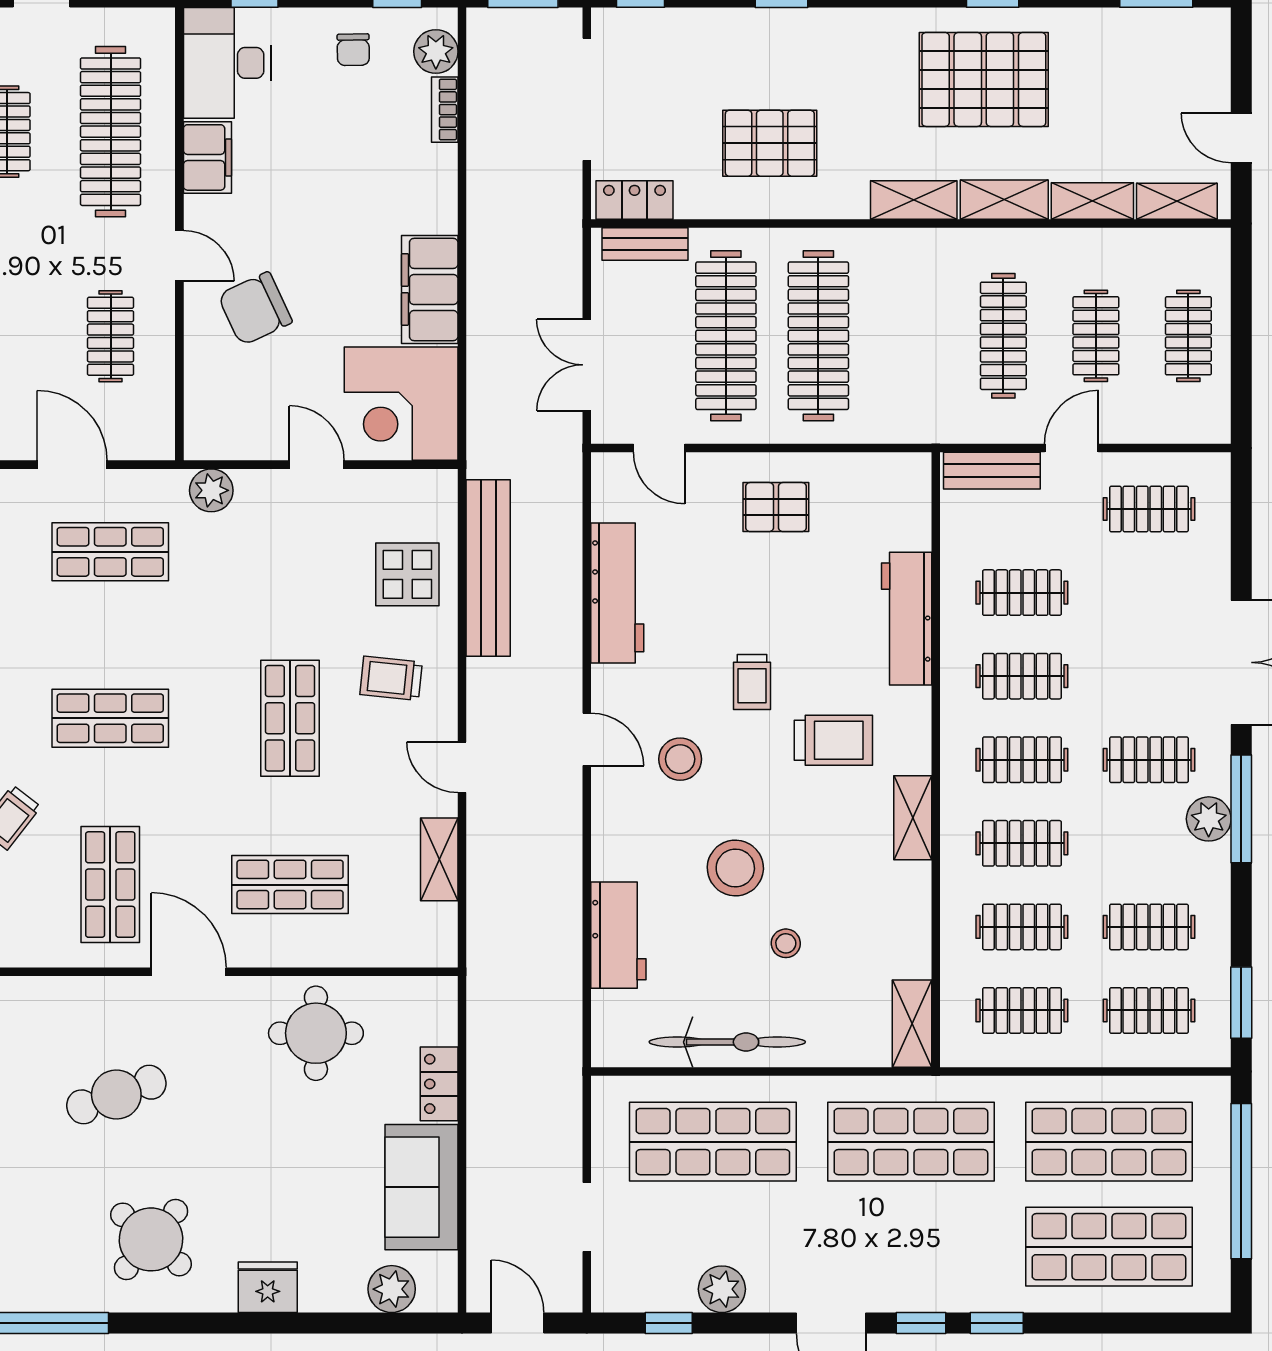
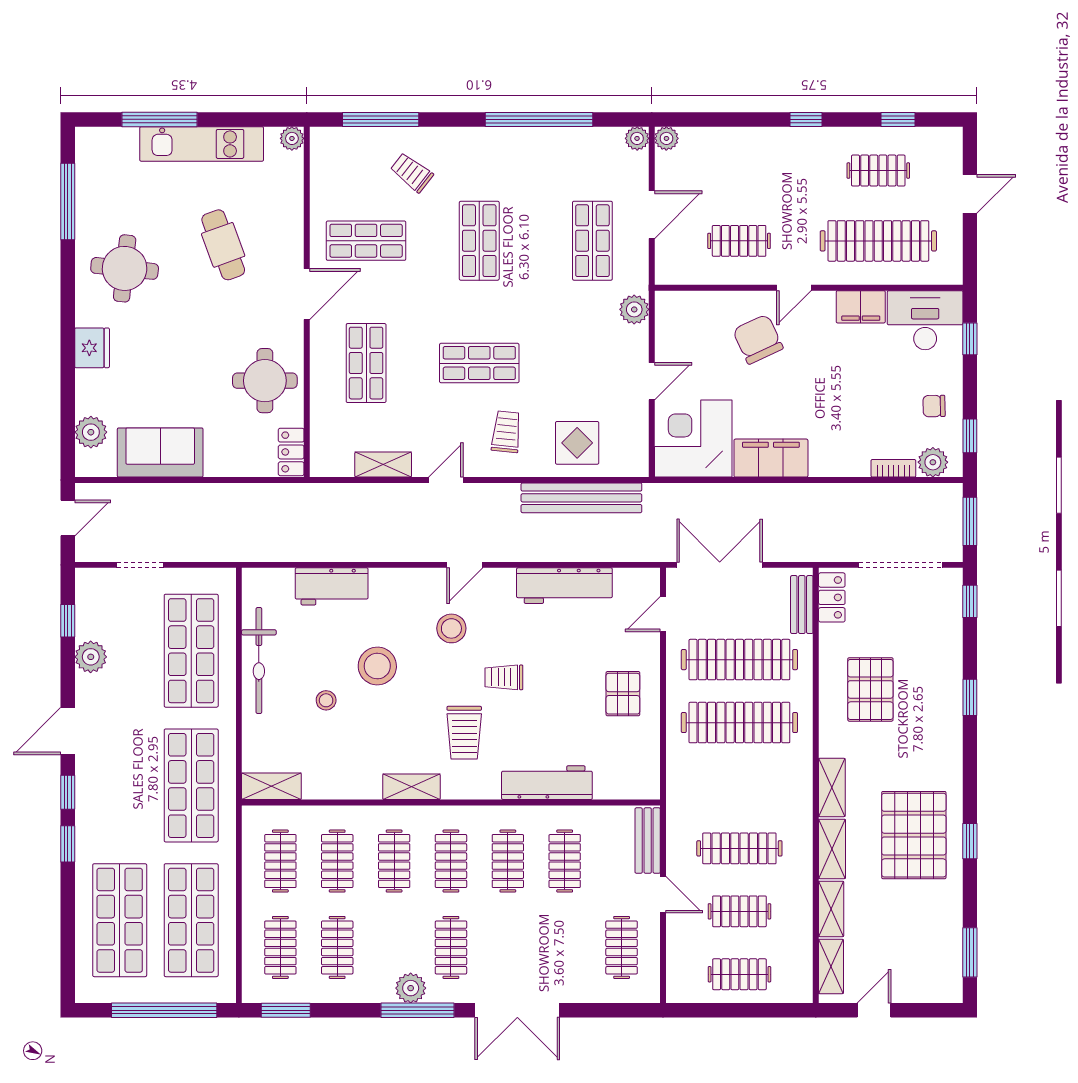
double door: (587, 365) -> (720, 565), width x1.37
locker: (439, 1084) -> (291, 452), moved, turned -90
round table: (151, 1239) -> (125, 268), turned -35

